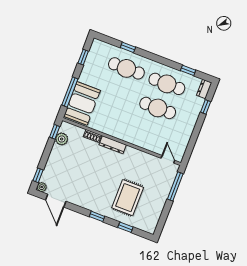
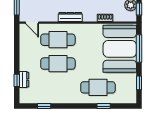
cafe table: (167, 84) -> (58, 40), moved
dresser: (204, 89) -> (24, 79), moved
booth: (82, 103) -> (120, 49), width x1.36, depth x1.42
dresser: (113, 145) -> (70, 17), moved

